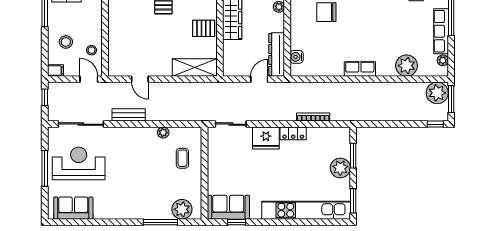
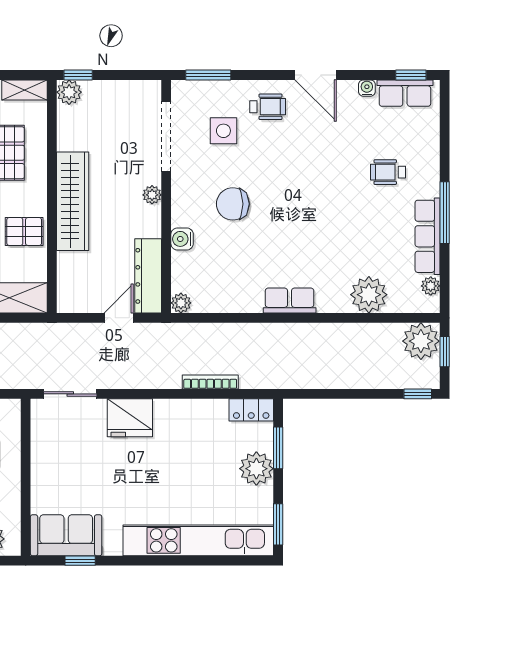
water cooler: (297, 57) -> (182, 239), moved
plant: (296, 70) -> (181, 303), added
window: (451, 99) -> (445, 352), width x0.67
locker: (293, 133) -> (251, 410), moved

